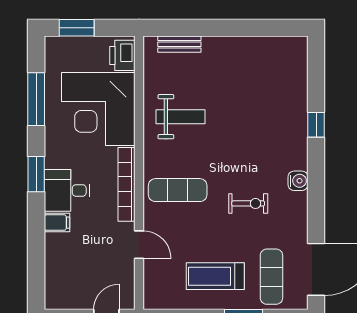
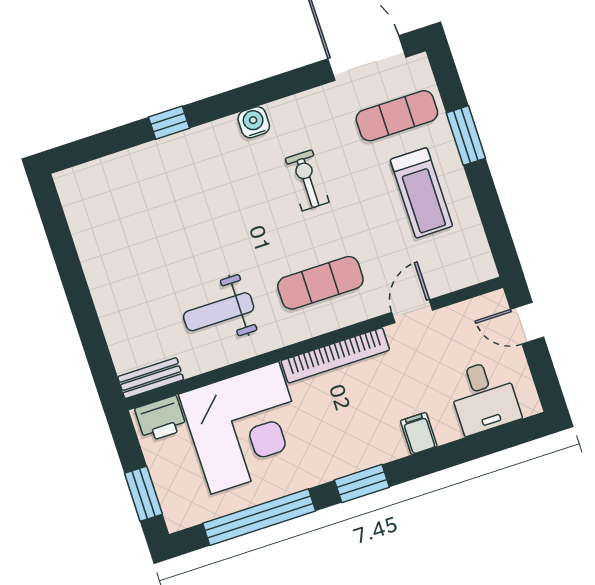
bench: (179, 44) -> (151, 378), moved, turned 90
window: (36, 99) -> (259, 517), width x1.46
weight bench: (181, 117) -> (219, 312), turned -90
desk: (67, 190) -> (484, 397), moved
exercise mat: (178, 190) -> (320, 283), turned 90

